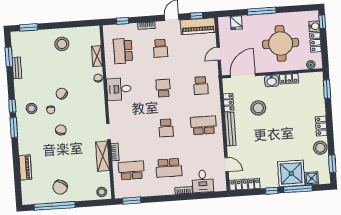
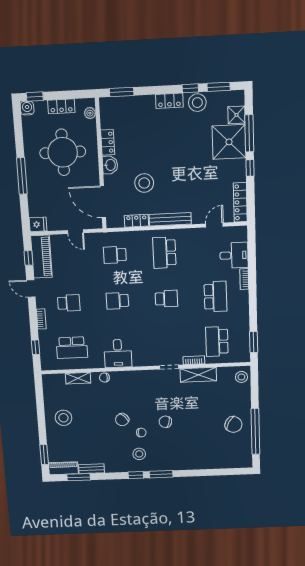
fridge: (236, 23) -> (38, 224), moved
water cooler: (314, 26) -> (27, 108), moved
school desk: (201, 85) -> (115, 255), turned 180
window: (331, 142) -> (190, 88), added
piano: (25, 167) -> (63, 468), moved

